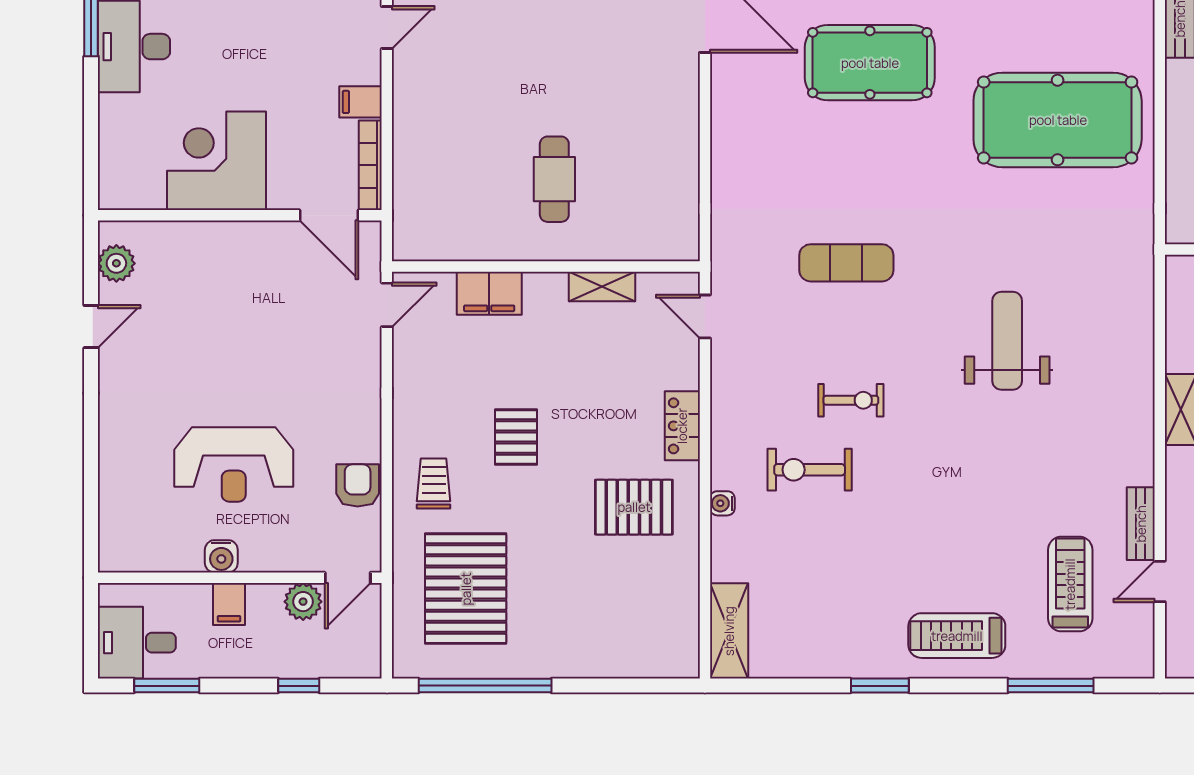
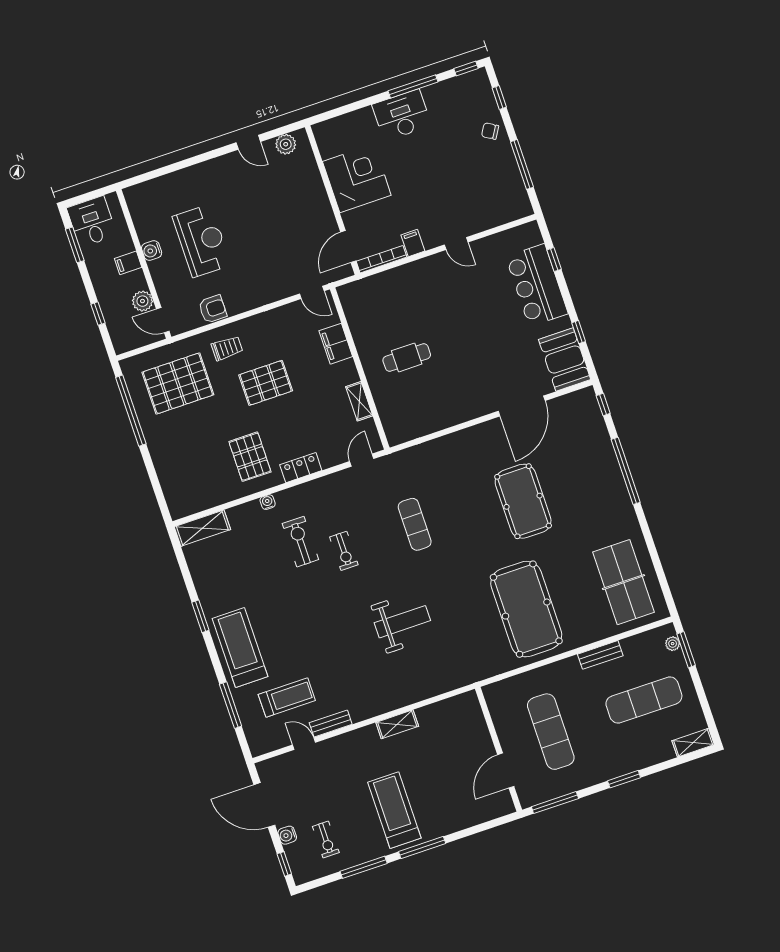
pallet: (516, 437) -> (266, 383), width x1.50, depth x1.42
reception desk: (234, 464) -> (202, 241), turned 180
treadmill: (957, 636) -> (240, 647), width x1.37, depth x1.38

